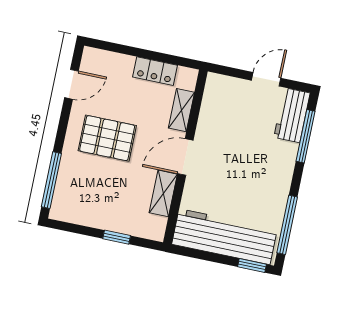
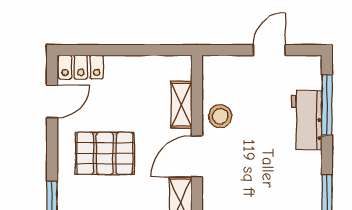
locker: (155, 71) -> (81, 67), moved
workbench: (292, 115) -> (307, 120), moved
stool: (212, 127) -> (220, 116), added

